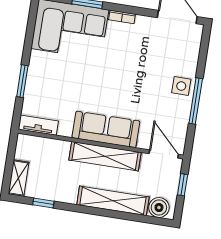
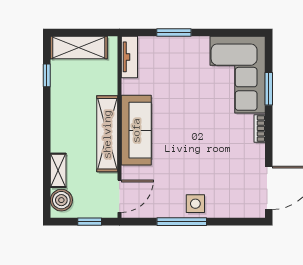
shelving: (19, 178) -> (79, 47), width x1.50, depth x1.33
shelving: (113, 201) -> (58, 170), width x0.45, depth x0.75

